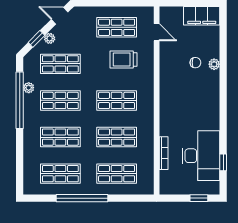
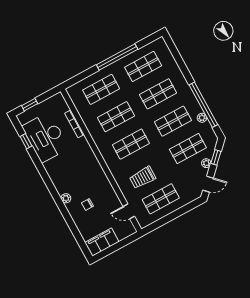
trolley: (123, 60) -> (142, 177), turned 180
plant: (214, 64) -> (66, 198), moved

